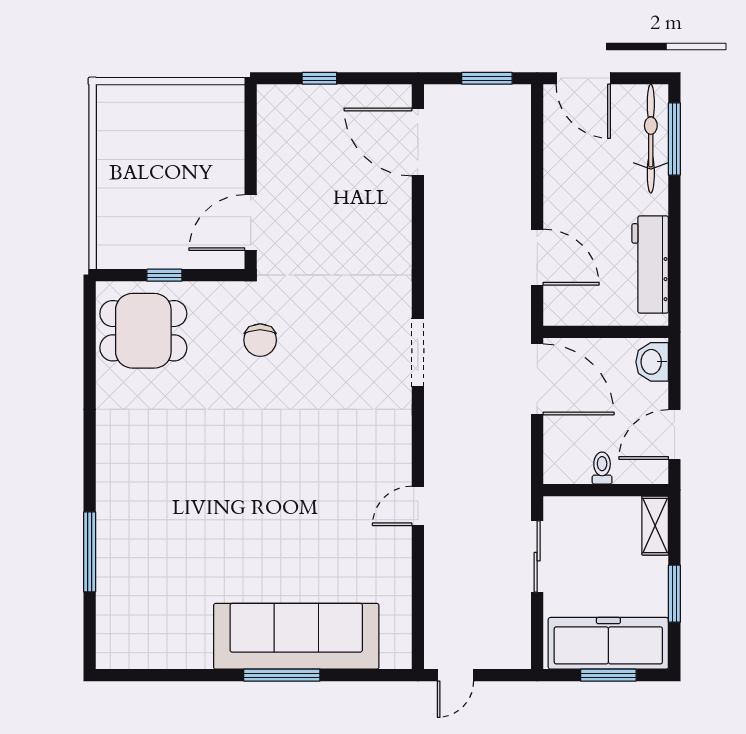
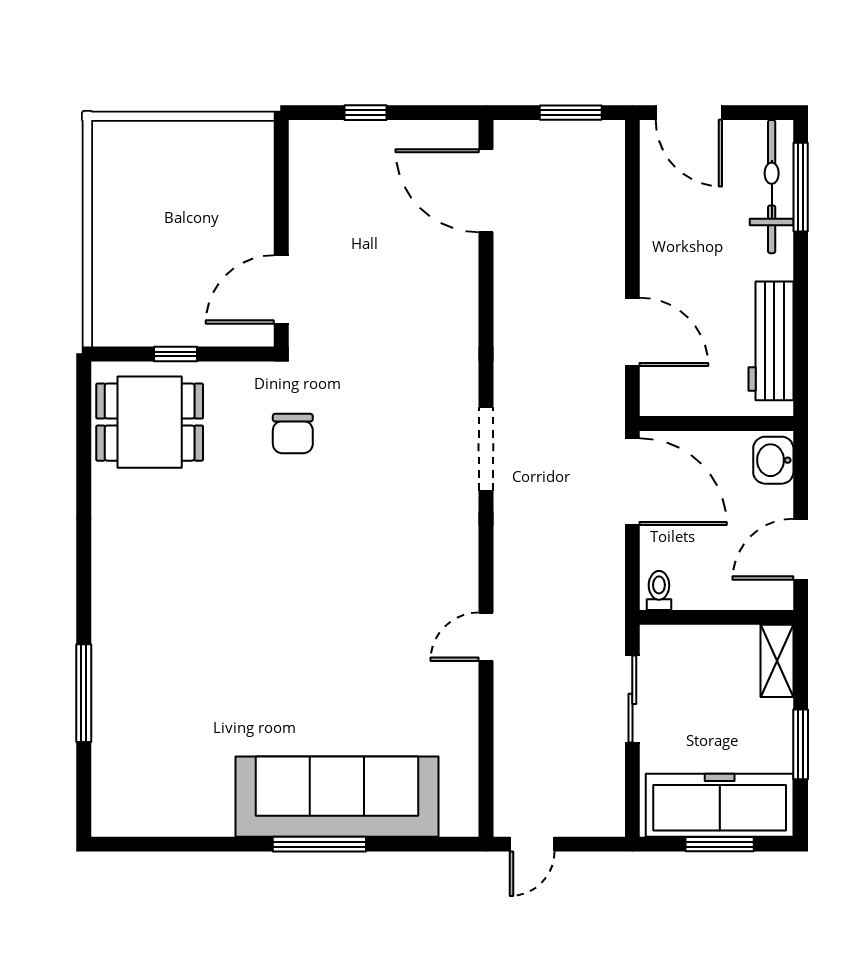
toilet: (602, 468) -> (659, 590), moved

